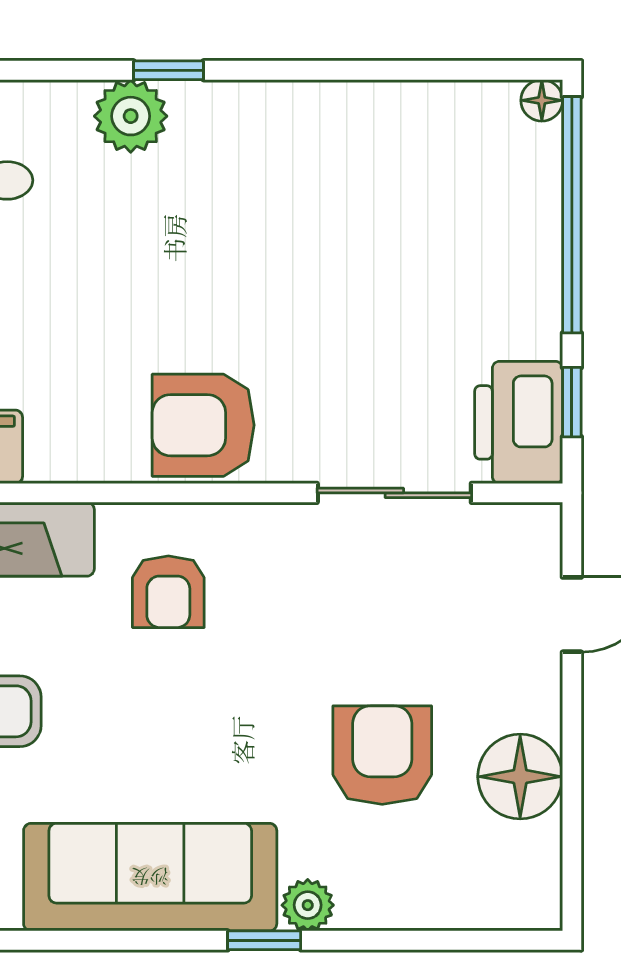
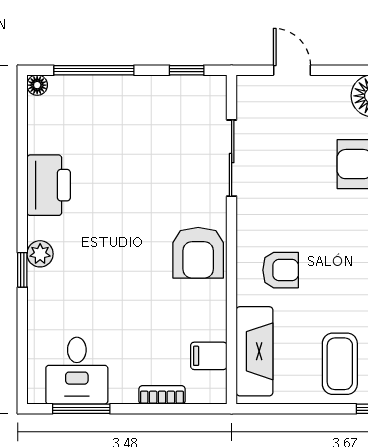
plant: (131, 116) -> (40, 254), moved, width x0.73, depth x0.73
window: (572, 215) -> (94, 70), width x0.68
printer: (519, 422) -> (49, 185), moved, turned -90

